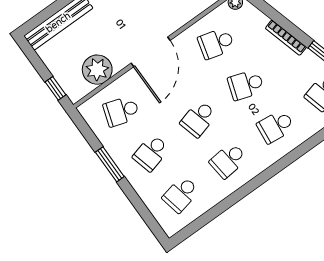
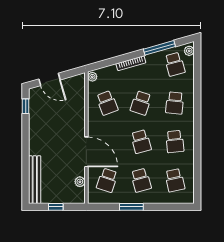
school desk: (216, 43) -> (107, 103), turned -36
door: (151, 52) -> (86, 152), moved
plant: (97, 70) -> (80, 182), width x0.53, depth x0.53
window: (55, 88) -> (56, 207), moved

